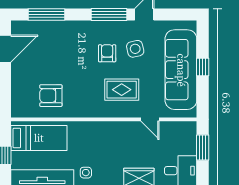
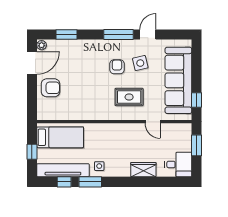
window: (47, 15) -> (67, 35), width x0.69
plant: (17, 27) -> (42, 45), added
window: (203, 67) -> (197, 100), moved
armchair: (51, 96) -> (51, 88), moved, turned 180

